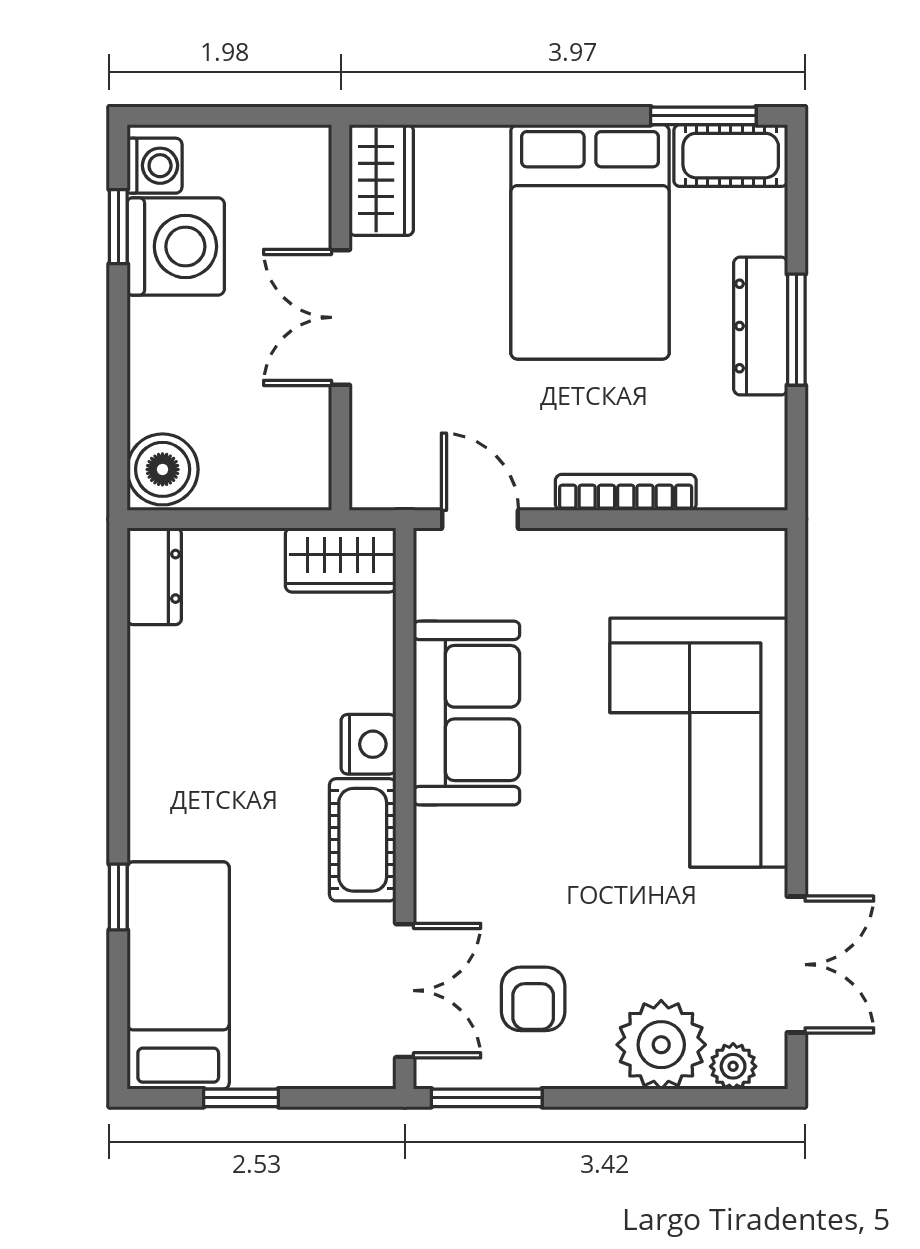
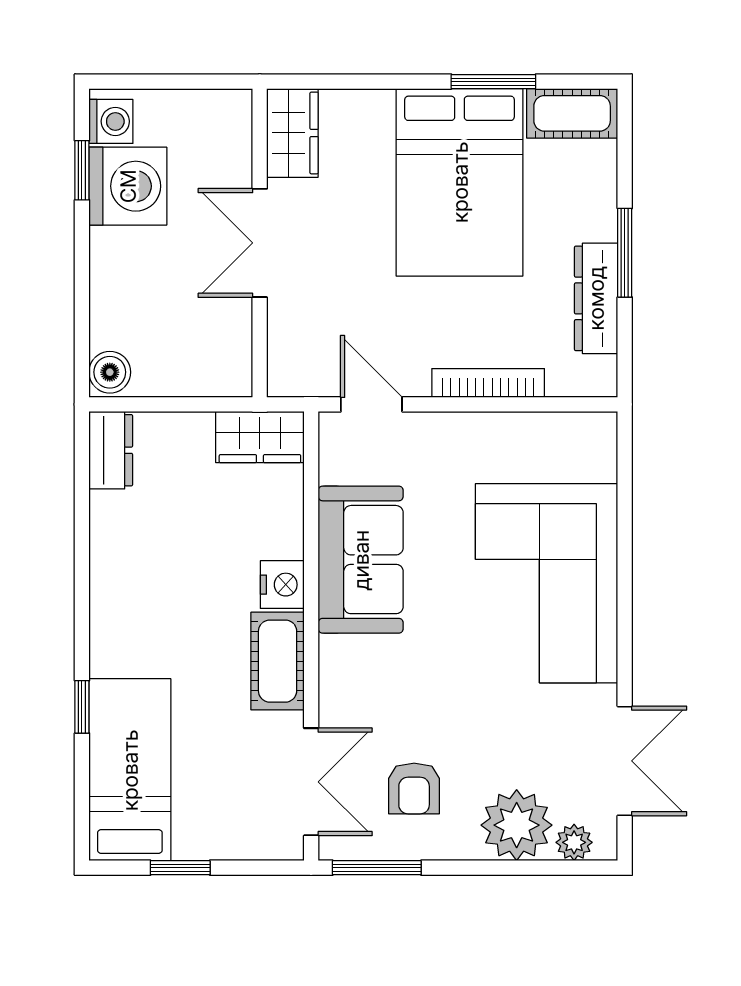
window: (703, 116) -> (493, 82), moved
dresser: (761, 326) -> (596, 298), moved
boiler: (163, 469) -> (110, 372), width x0.73, depth x0.73

